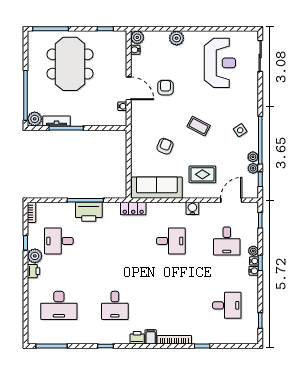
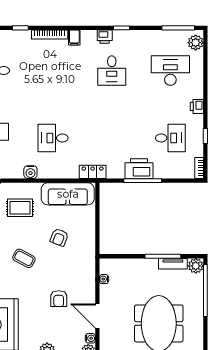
door: (129, 88) -> (97, 316), moved
plant: (35, 256) -> (196, 43), moved
desk: (115, 305) -> (112, 71), turned 180
printer: (137, 338) -> (105, 37), moved

